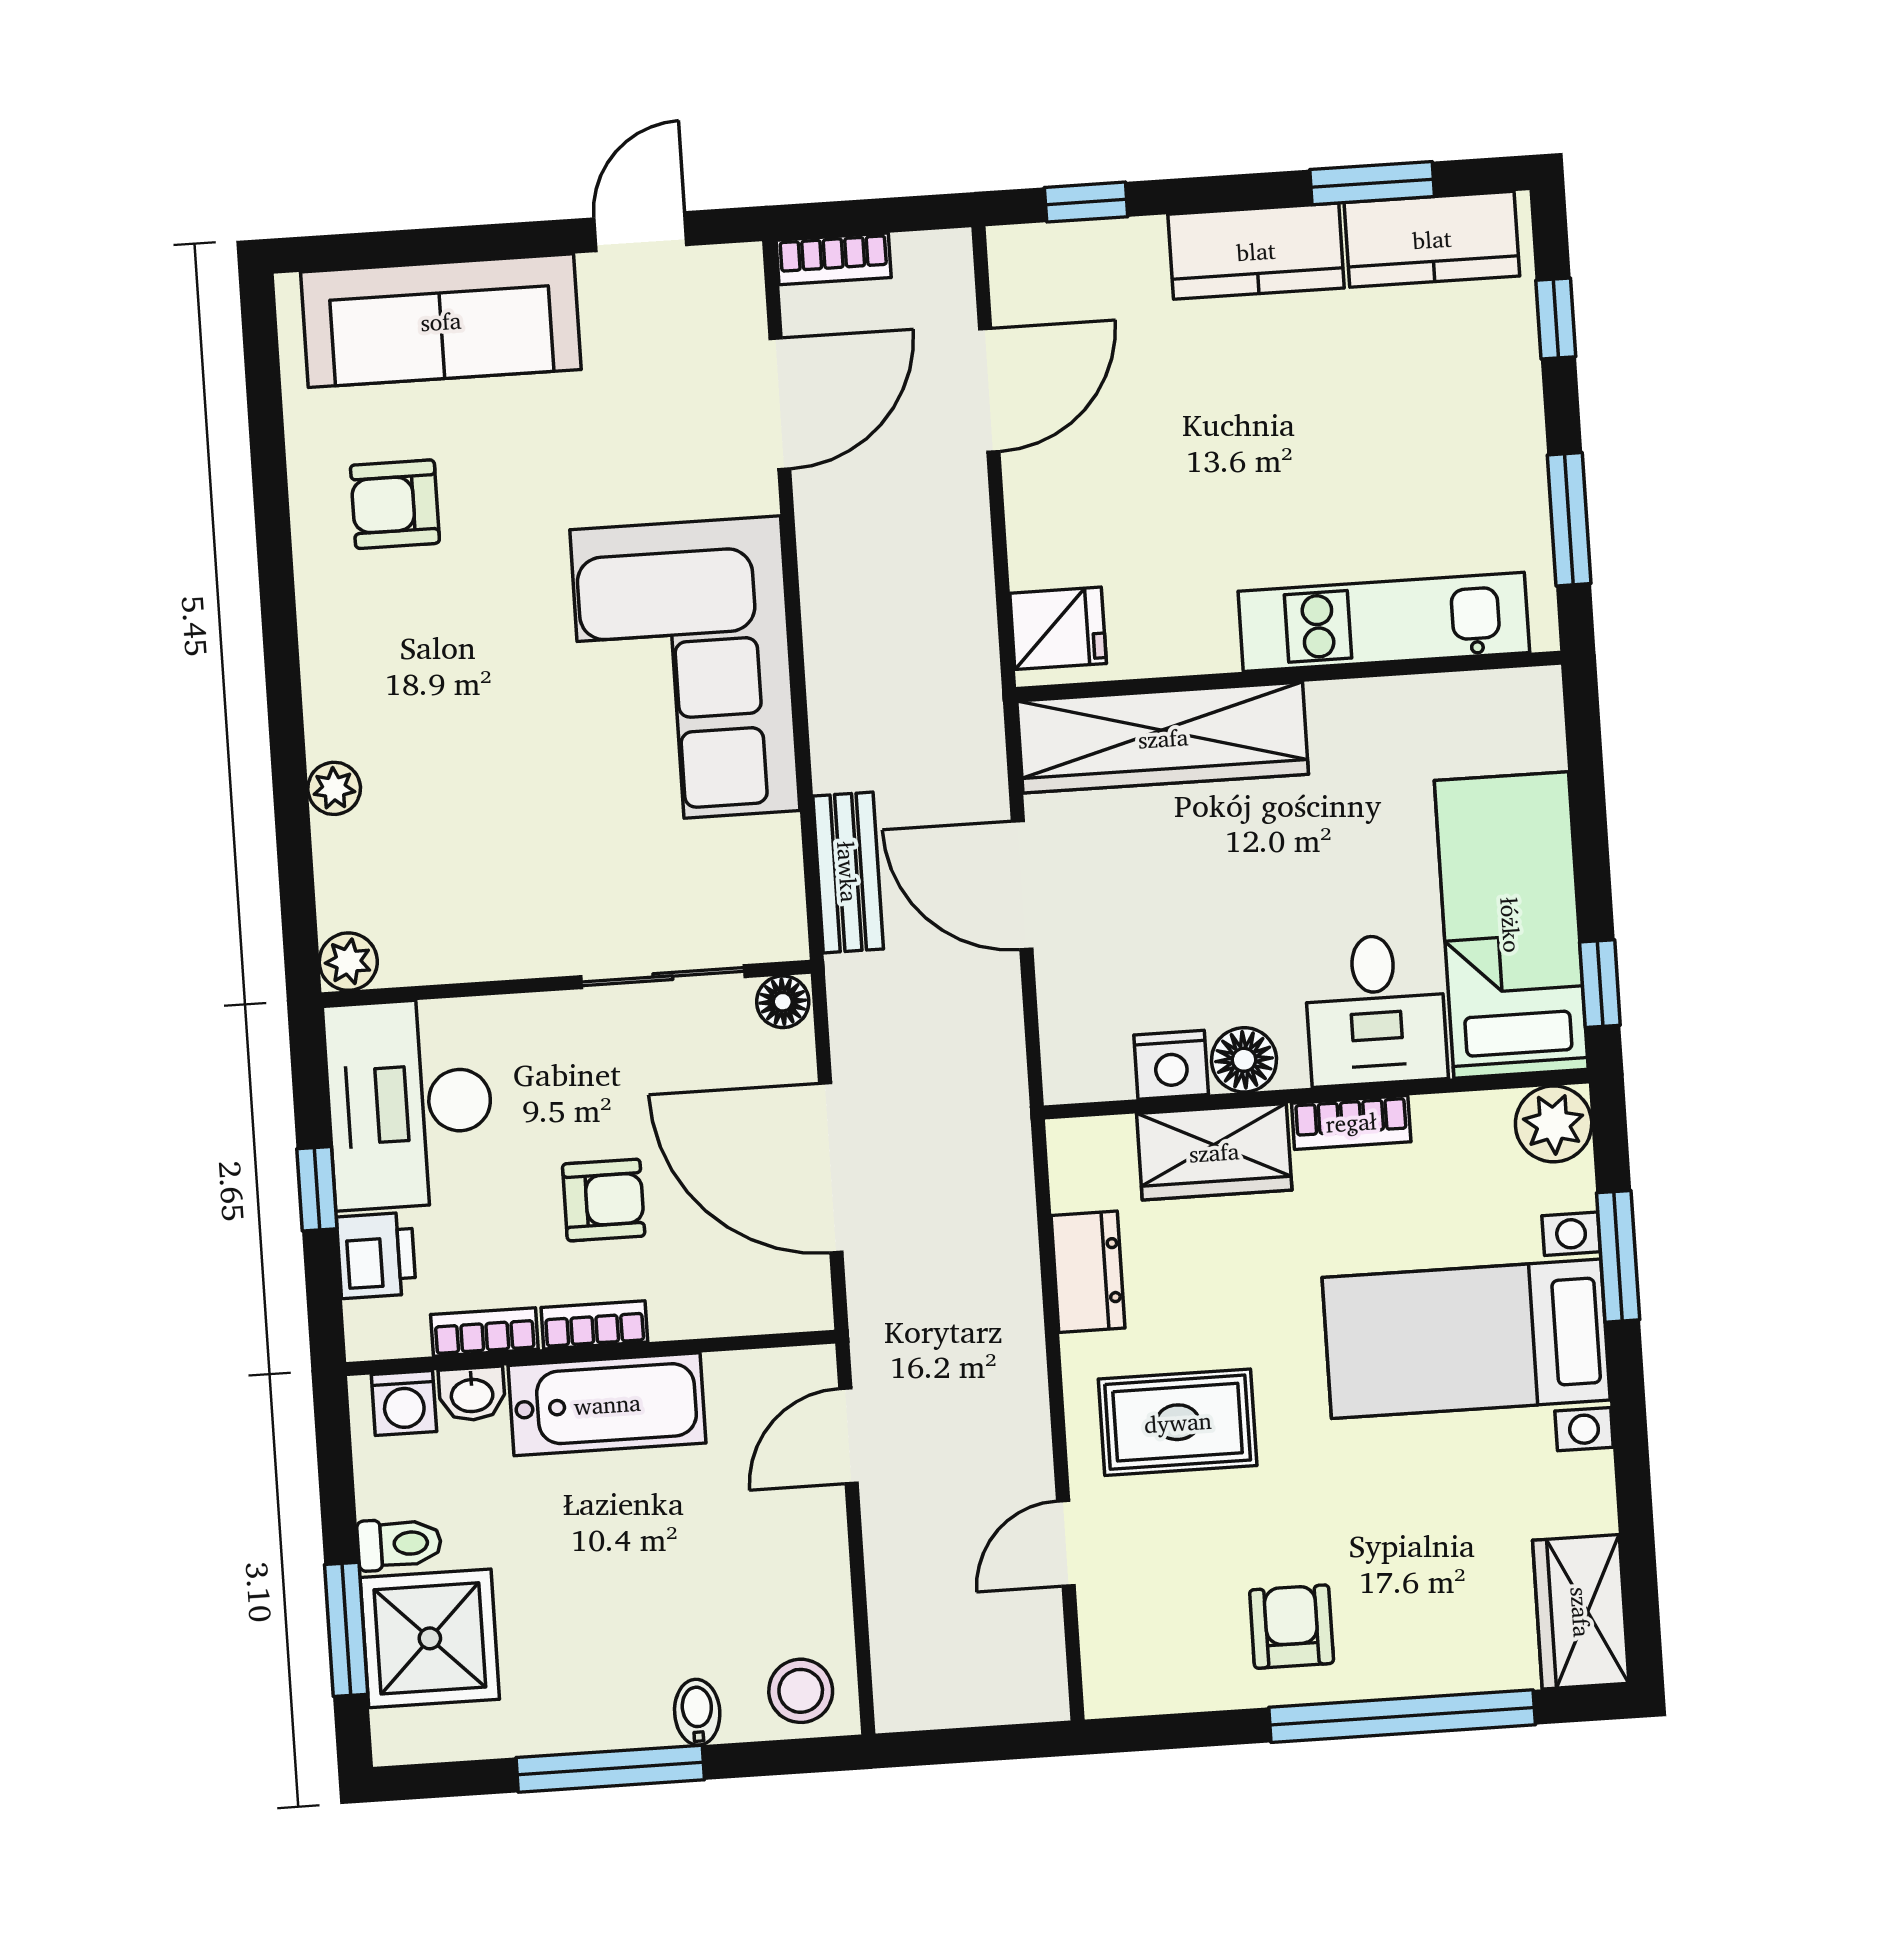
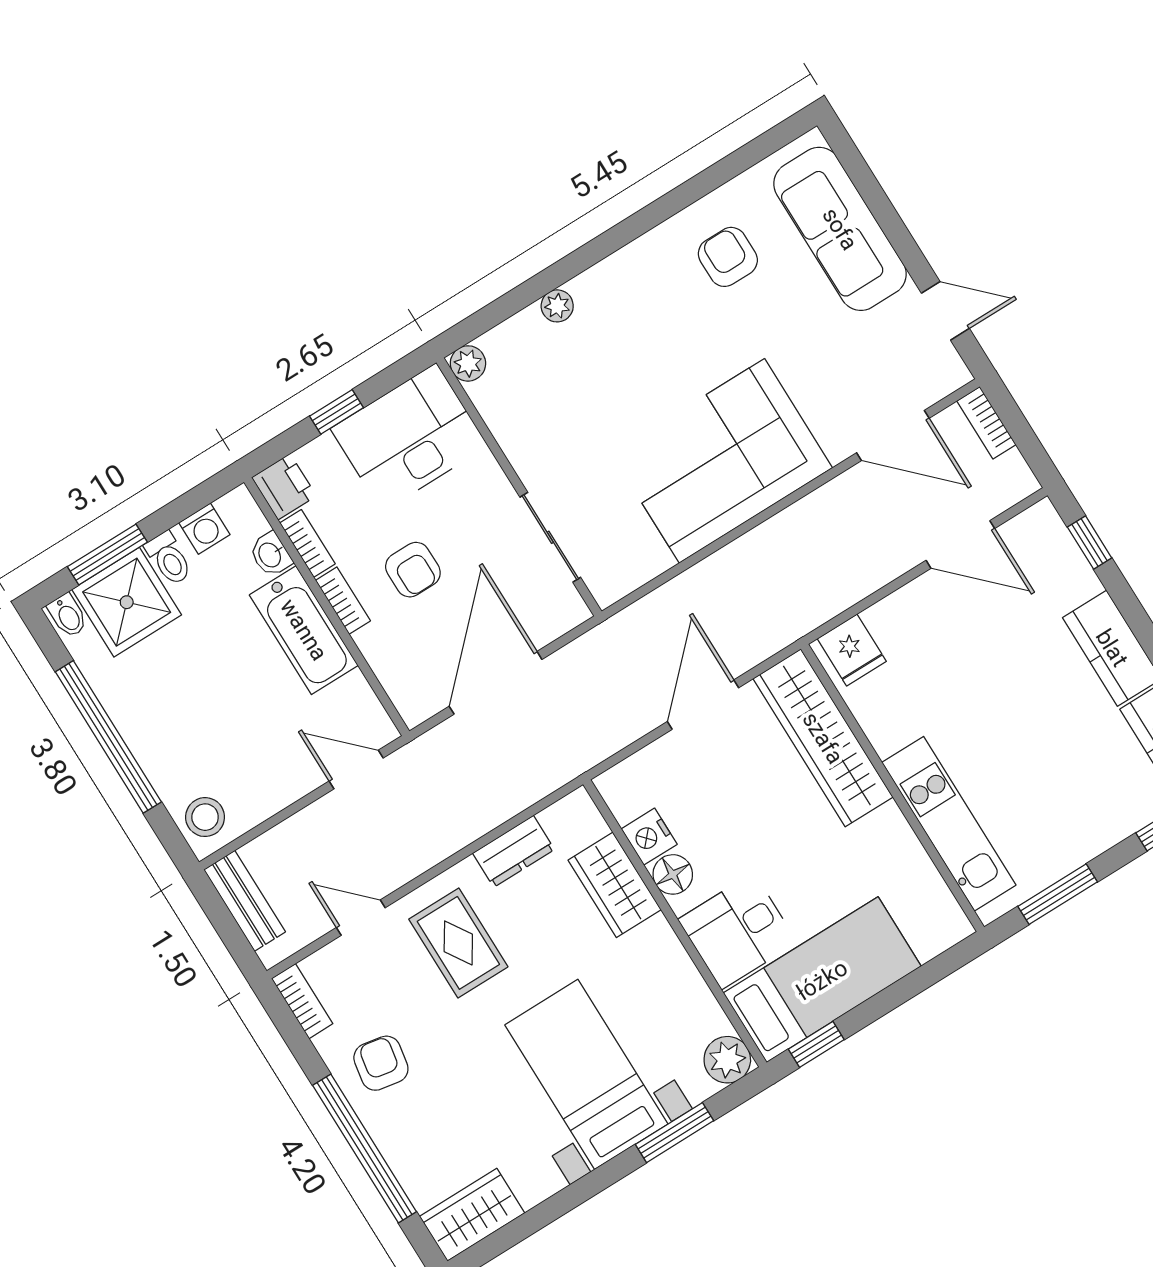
bench: (848, 872) -> (245, 901), moved, turned 90
floor lamp: (783, 1002) -> (571, 609), removed
bookcase: (1351, 1122) -> (302, 1001), moved, turned 180
printer: (376, 1255) -> (284, 487), moved, turned -90
washing machine: (404, 1403) -> (204, 529), moved, turned -90
armchair: (1292, 1627) -> (381, 1063), turned -80
bidet: (697, 1712) -> (68, 616), moved, turned 90
window: (610, 1769) -> (108, 737), width x1.46

